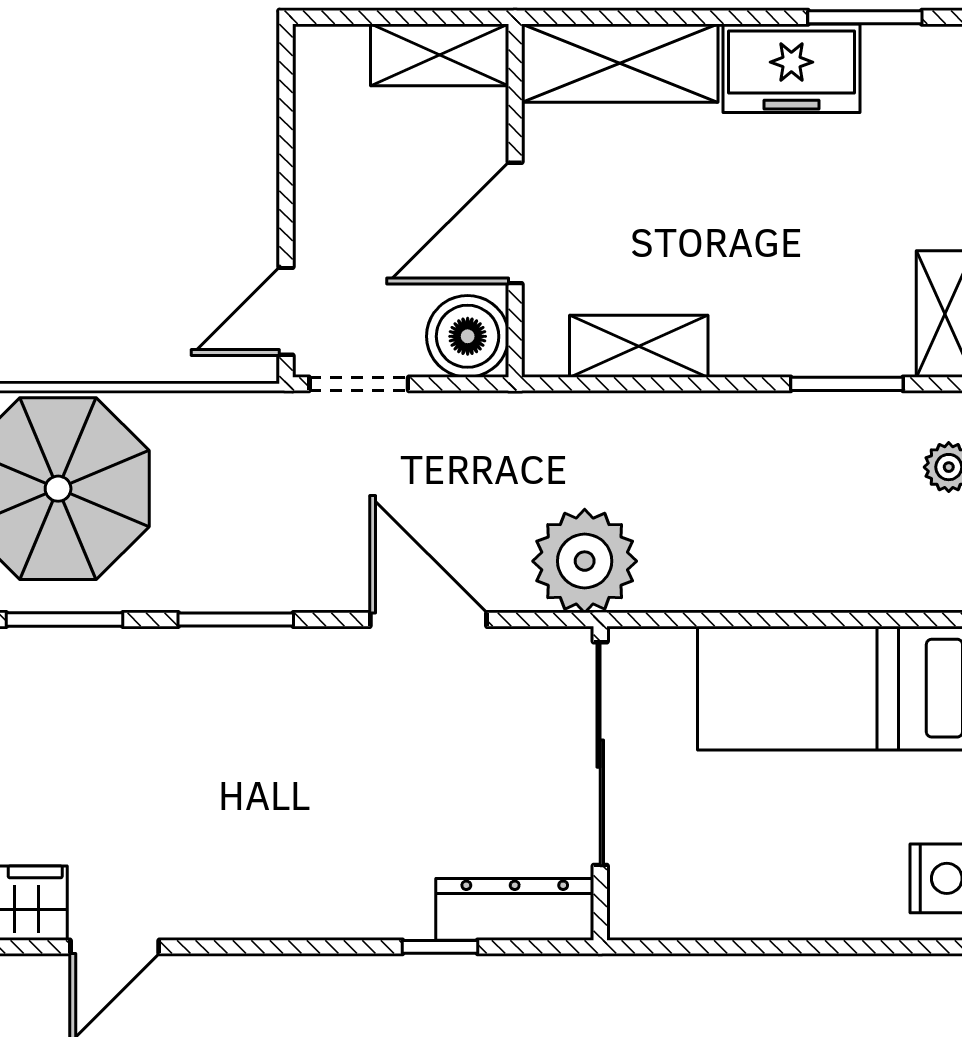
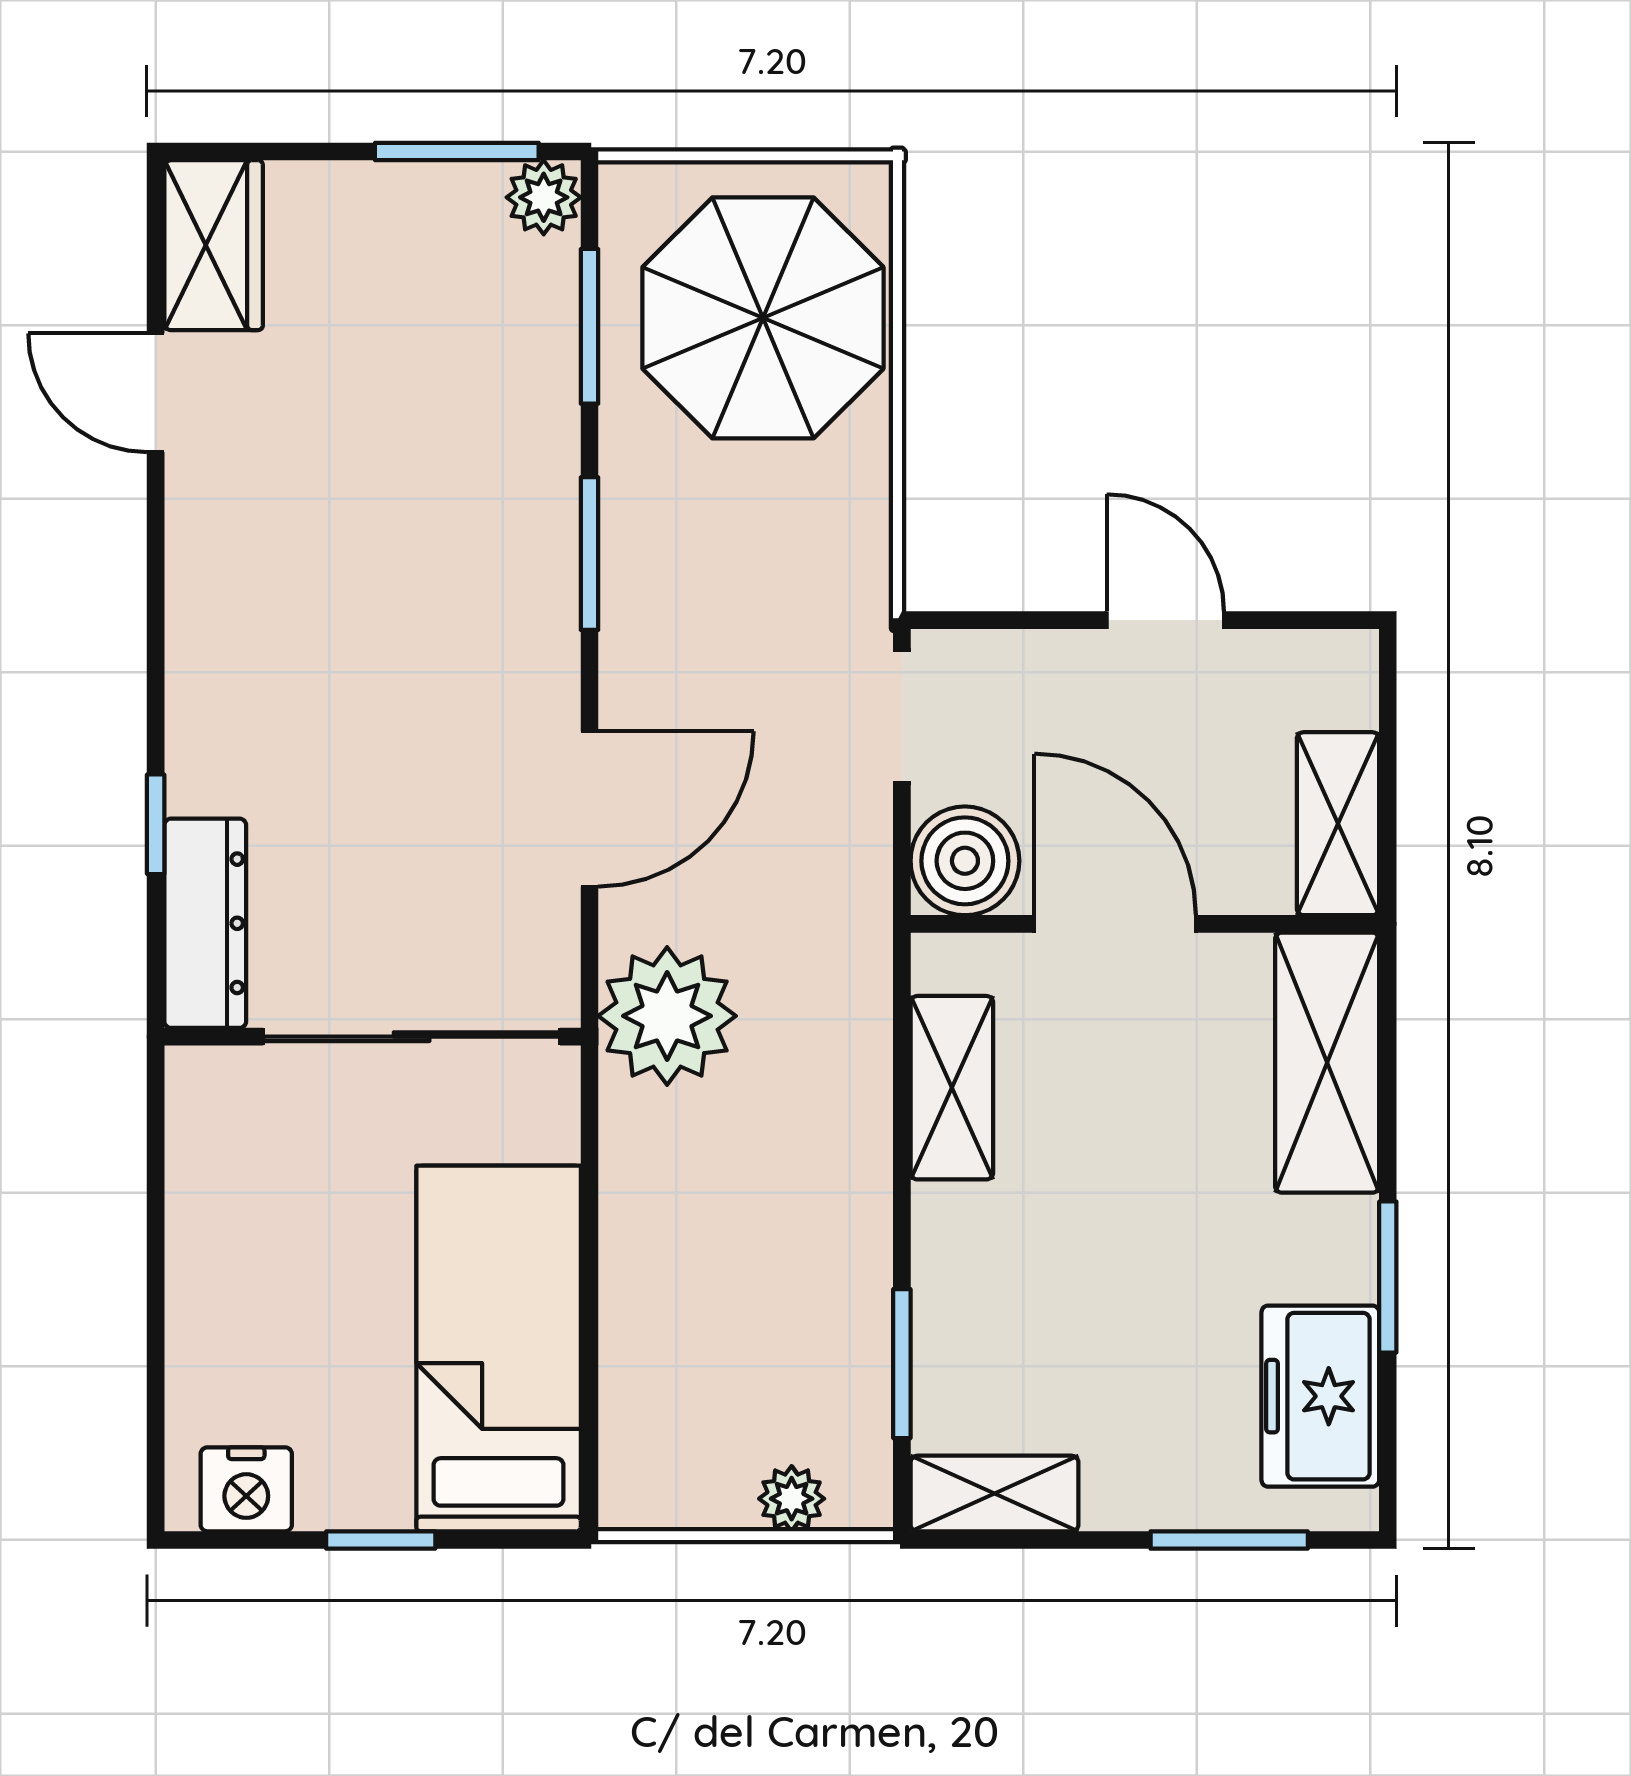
window: (865, 17) -> (1388, 1277), moved
freezer: (791, 68) -> (1320, 1396), moved
door: (286, 311) -> (1165, 620), moved

